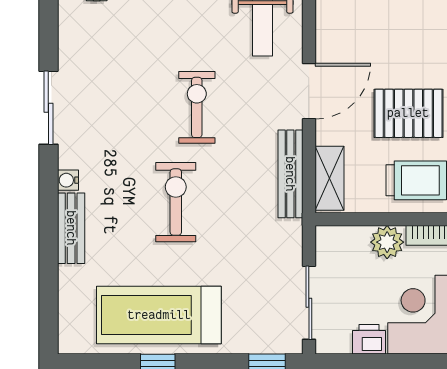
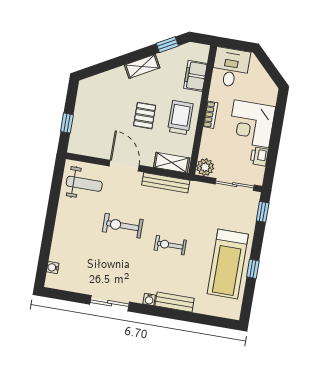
pallet: (408, 113) -> (145, 116), width x0.67, depth x0.71
exercise bike: (176, 202) -> (170, 245), width x0.73, depth x0.72
plant: (387, 242) -> (205, 167), moved

